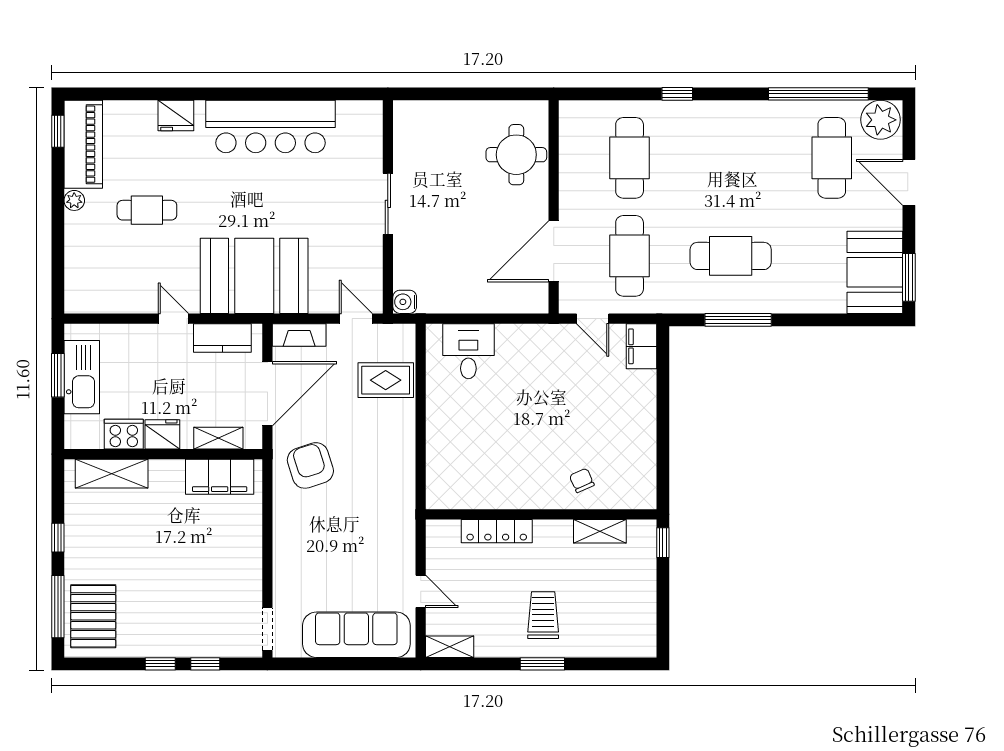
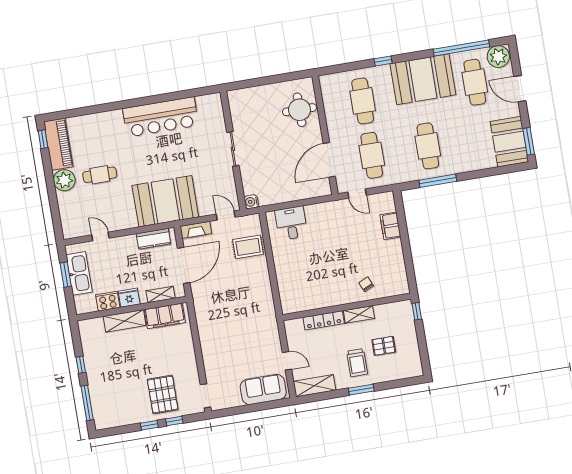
fridge: (176, 115) -> (107, 120), removed
booth: (742, 137) -> (423, 79), added
plant: (74, 200) -> (64, 180), width x1.87, depth x1.87
cafe table: (731, 256) -> (428, 146), turned 90
door: (173, 319) -> (100, 236), moved
filing cabinet: (641, 346) -> (390, 226), moved
armchair: (310, 465) -> (214, 301), removed
shelving: (112, 474) -> (125, 321), moved
shelving: (600, 531) -> (359, 314), moved
pallet: (595, 594) -> (384, 346), added
trolley: (543, 615) -> (357, 363), turned 180
pallet: (93, 616) -> (163, 395), moved
sofa: (356, 635) -> (263, 389), width x0.73
shelving: (450, 647) -> (315, 386), width x1.50, depth x1.33

